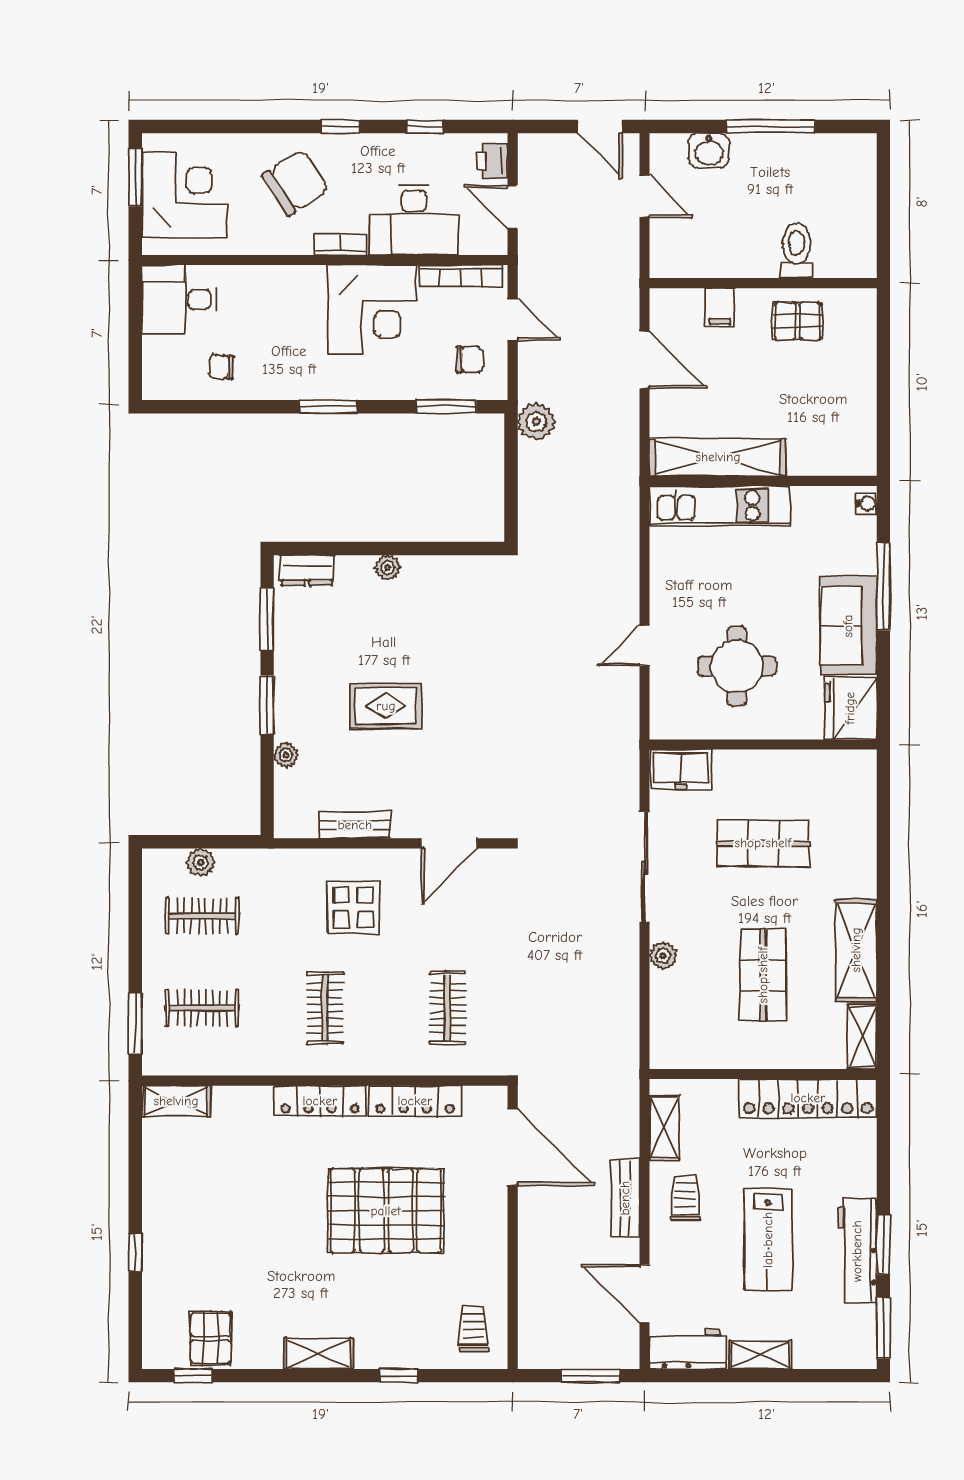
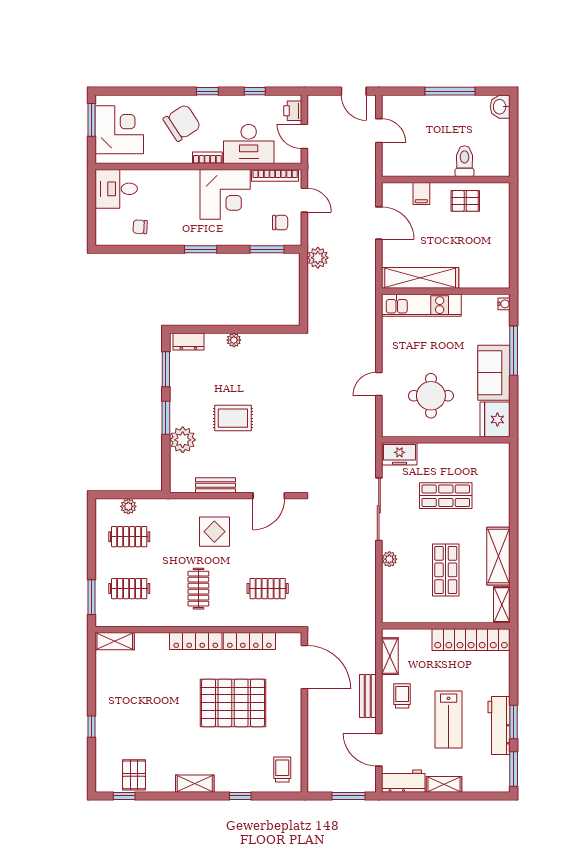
washbasin: (709, 151) -> (500, 107), moved, turned 90
plant: (286, 755) -> (183, 440), width x1.87, depth x1.87
clothes rail: (447, 1008) -> (268, 589), turned 90

